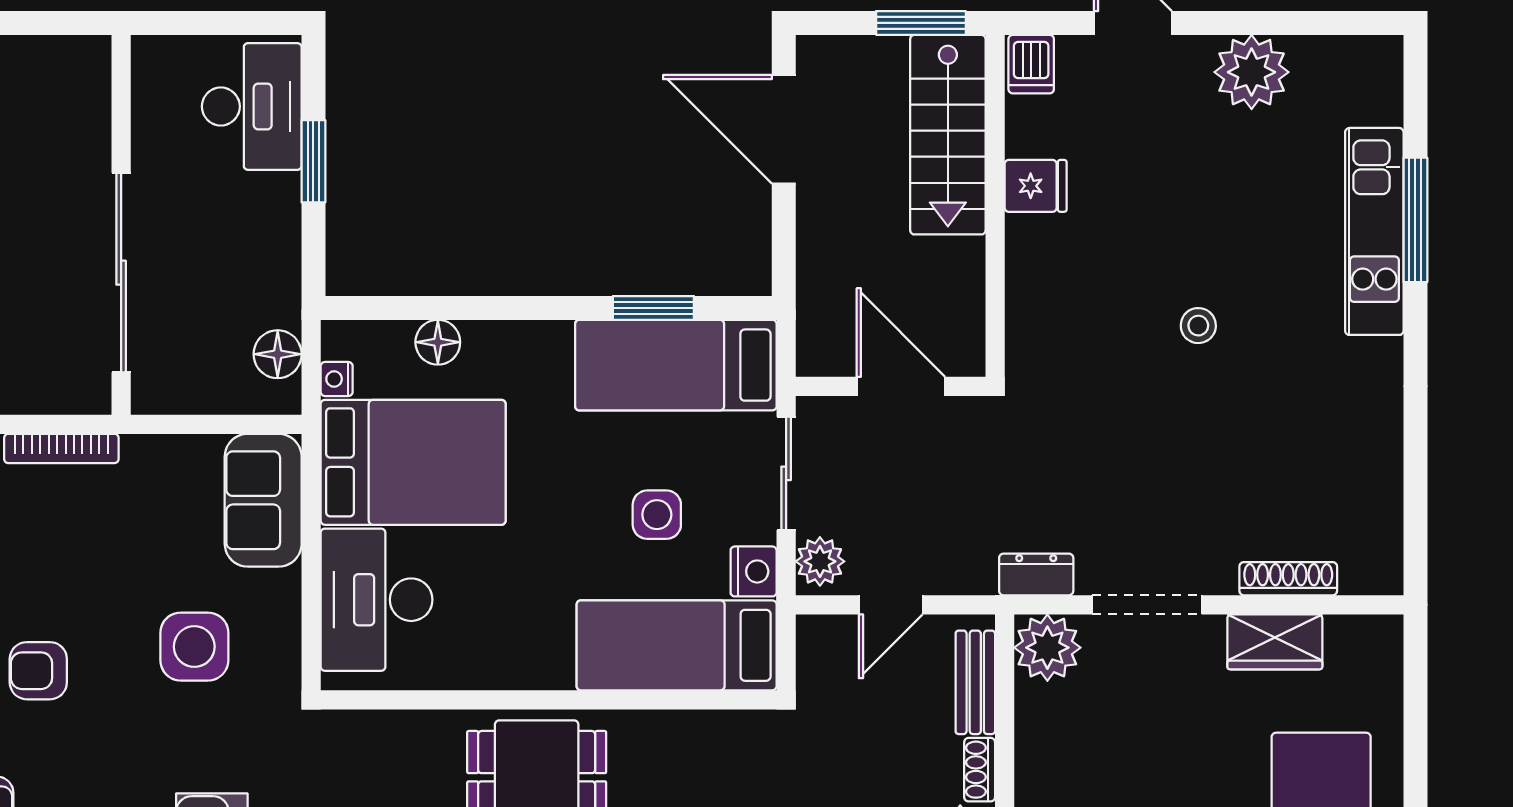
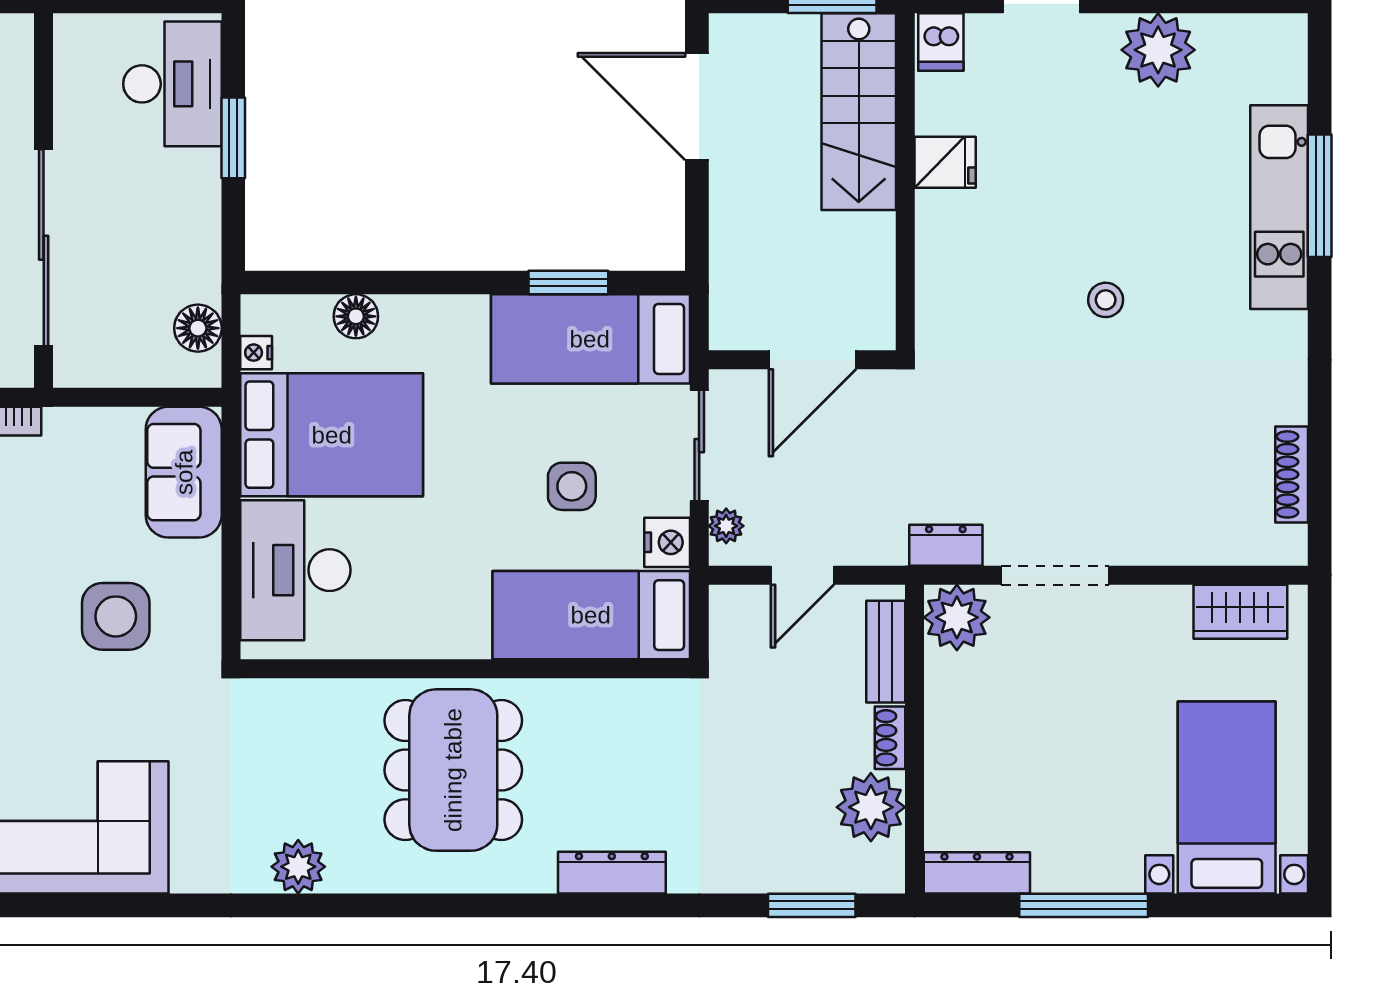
door: (901, 386) -> (812, 360), swing flipped
plant: (820, 561) -> (726, 526), width x0.73, depth x0.73
shoe rack: (1288, 579) -> (1292, 474), moved, turned -90
wardrobe: (1275, 642) -> (1240, 612), moved

